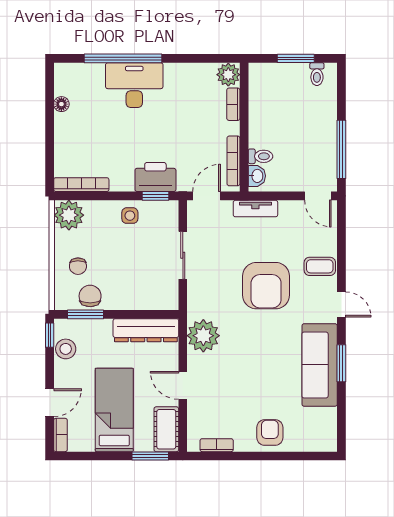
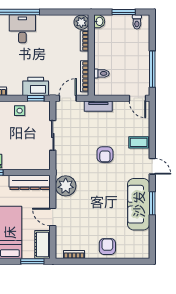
desk: (134, 85) -> (22, 29), width x0.73
washbasin: (257, 176) -> (99, 21), moved
armchair: (266, 286) -> (105, 155), width x0.53, depth x0.53

